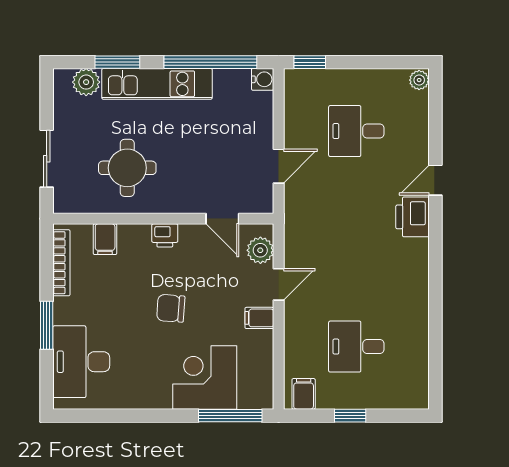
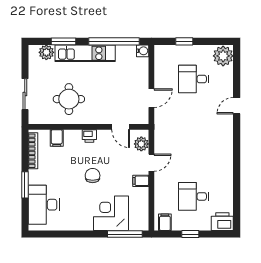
window: (310, 62) -> (184, 41), moved
plant: (419, 80) -> (223, 56), width x1.88, depth x1.88
printer: (412, 217) -> (222, 222), moved, turned 90
chair: (171, 308) -> (93, 176), turned 86

